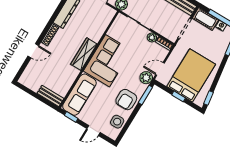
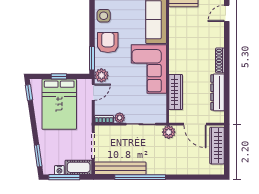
door: (33, 51) -> (227, 13), moved
wardrobe: (84, 54) -> (176, 92), moved

